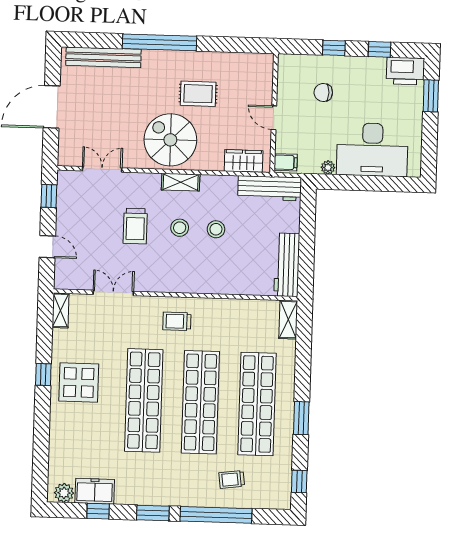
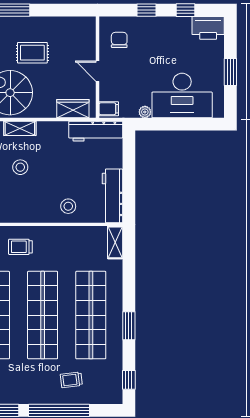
chair: (323, 93) -> (119, 40), moved, turned 90
window: (431, 96) -> (230, 72), moved
stool: (216, 229) -> (68, 206), moved

